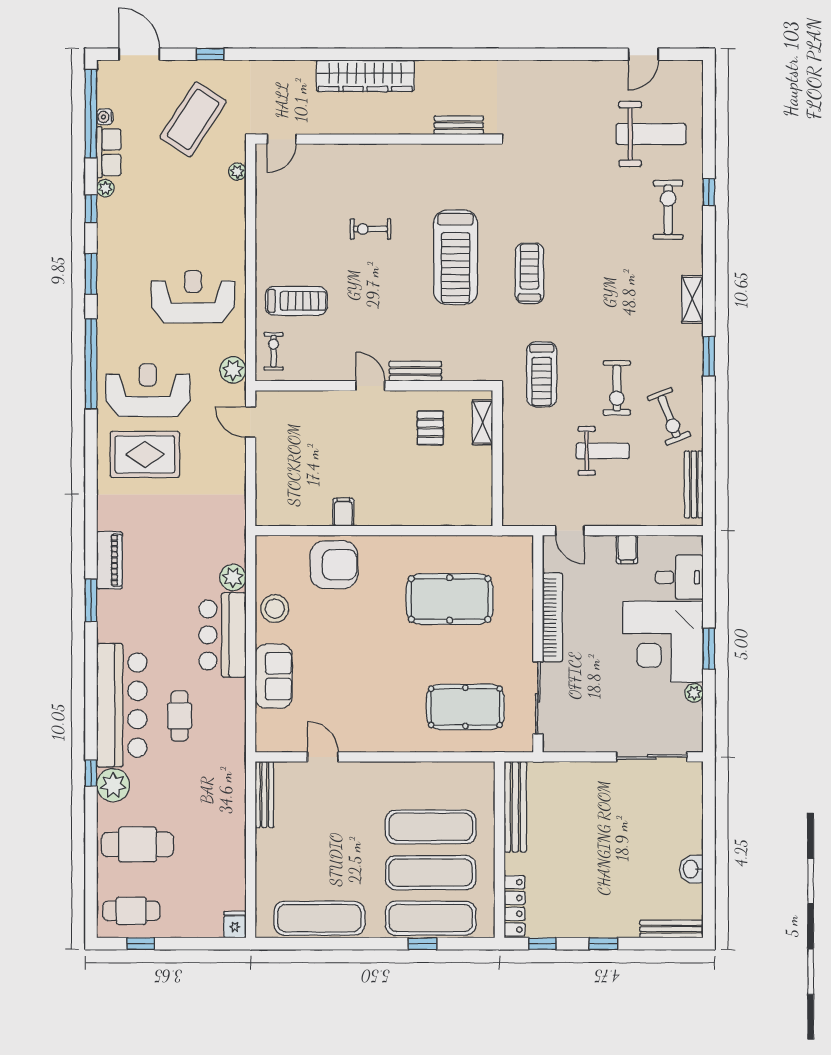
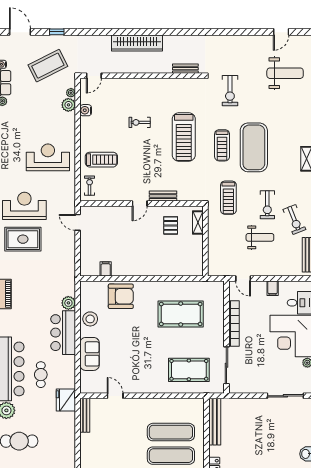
coffee table: (193, 119) -> (48, 66), turned 30
water cooler: (266, 205) -> (86, 110), added
exercise bike: (668, 210) -> (230, 91), moved, turned 180
treadmill: (529, 273) -> (222, 145), turned 180
exercise mat: (591, 277) -> (254, 147), added
plant: (233, 370) -> (68, 105), moved
door: (370, 386) -> (140, 204), swing flipped
filing cabinet: (343, 512) -> (106, 269), moved
fridge: (228, 765) -> (66, 400), added

